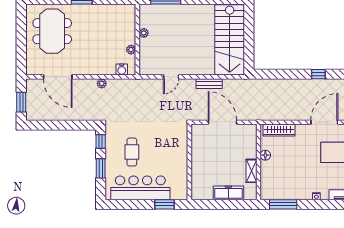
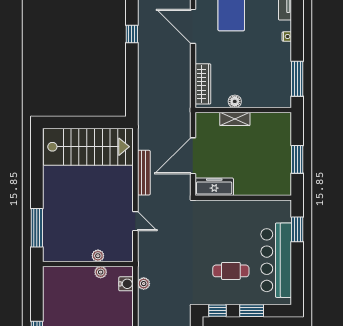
plant: (144, 33) -> (98, 256), moved
plant: (102, 83) -> (144, 284), moved
bench: (209, 84) -> (144, 173), width x1.36
shelving: (251, 171) -> (235, 119), moved
freezer: (228, 193) -> (214, 187), moved, turned 90
window: (220, 204) -> (297, 159), added

